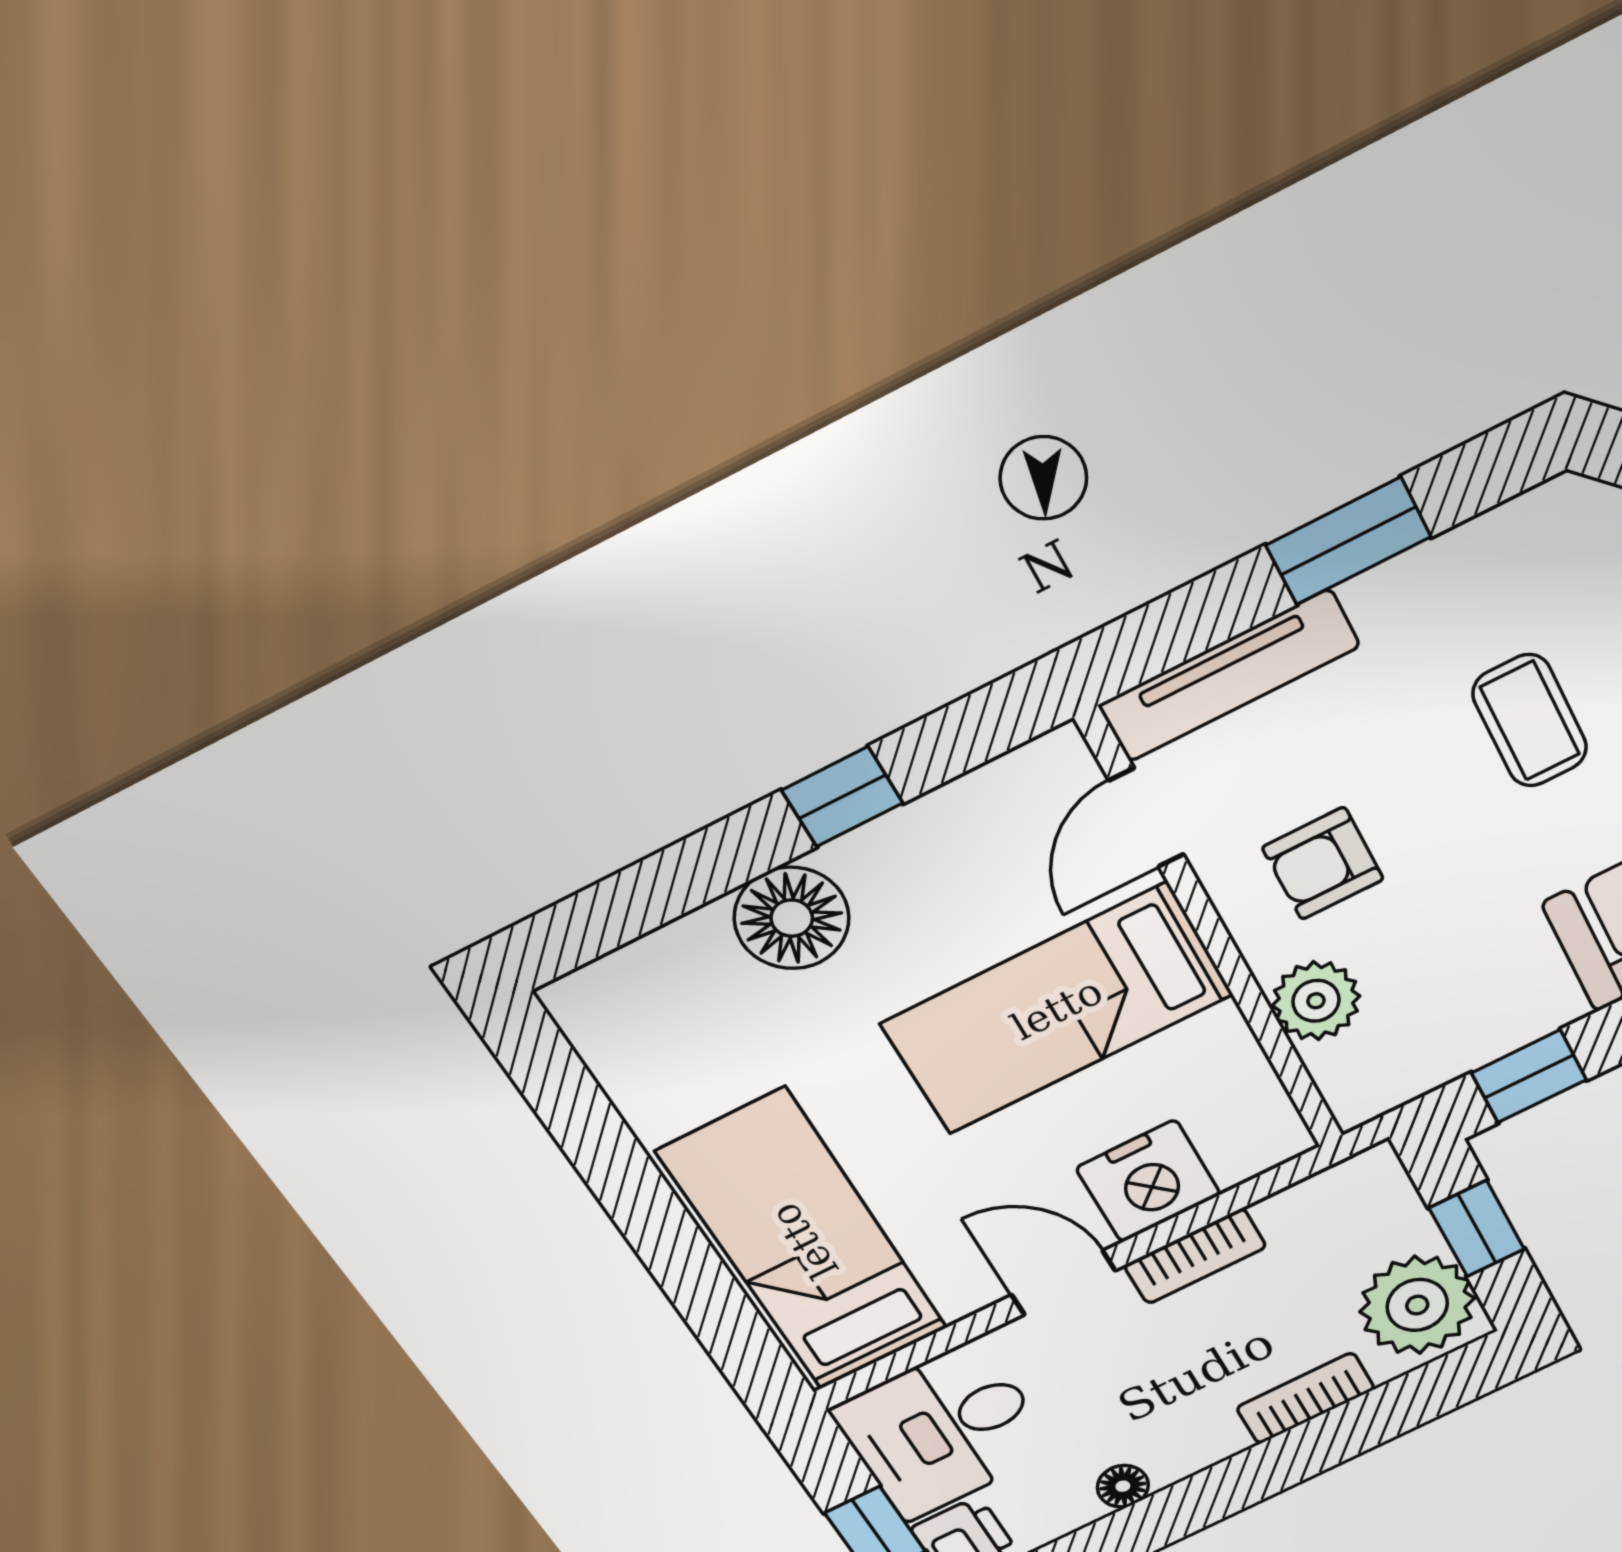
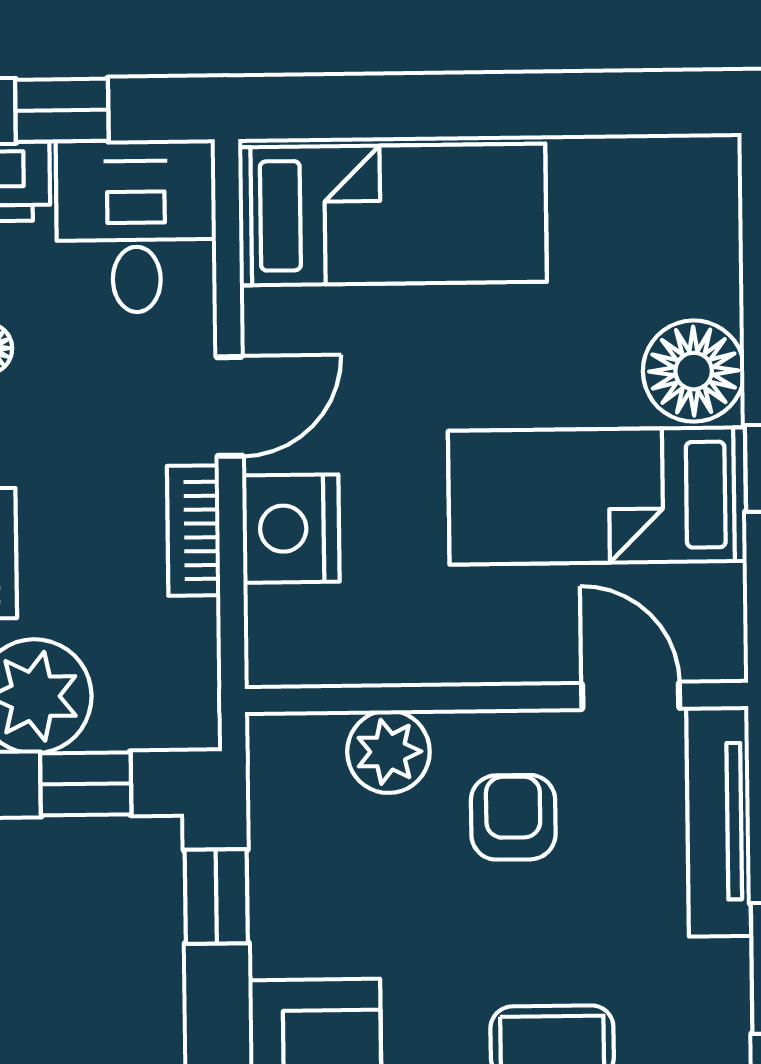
bed: (1057, 1009) -> (597, 496), moved, turned -90

